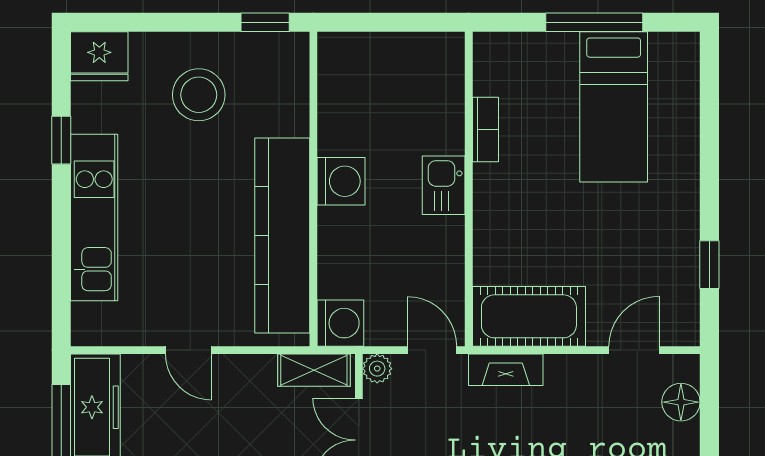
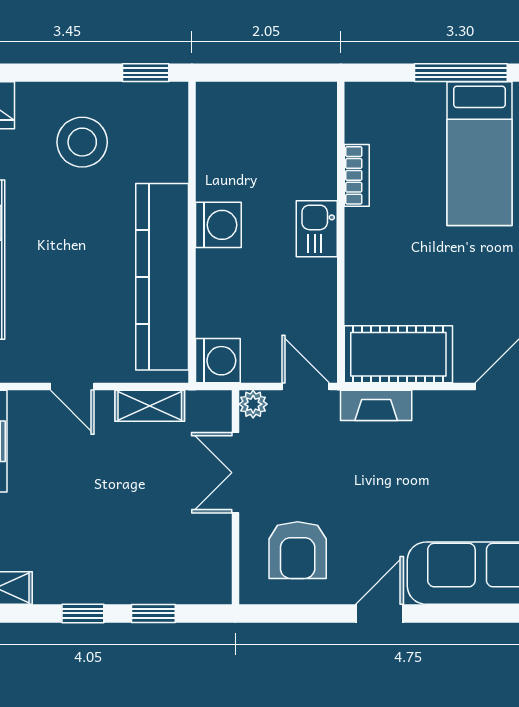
shelving: (314, 370) -> (150, 406), moved

